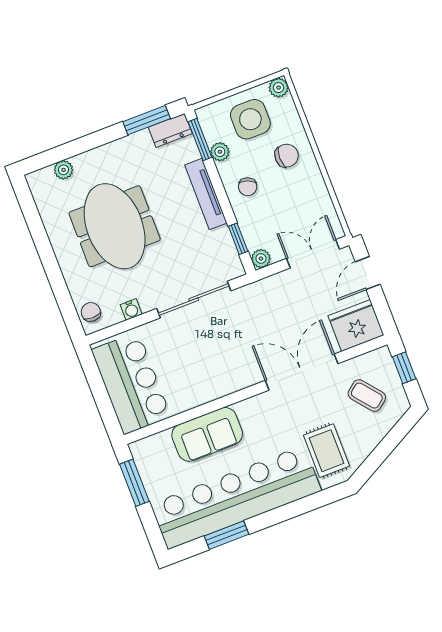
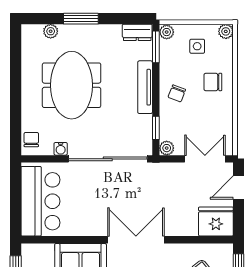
side table: (250, 119) -> (197, 46), width x0.54, depth x0.54
window: (147, 120) -> (81, 19), moved
plant: (220, 152) -> (167, 32), moved
chair: (287, 156) -> (213, 82), turned 180
sliding door: (194, 300) -> (108, 159), width x1.36
double door: (302, 372) -> (136, 240), moved

